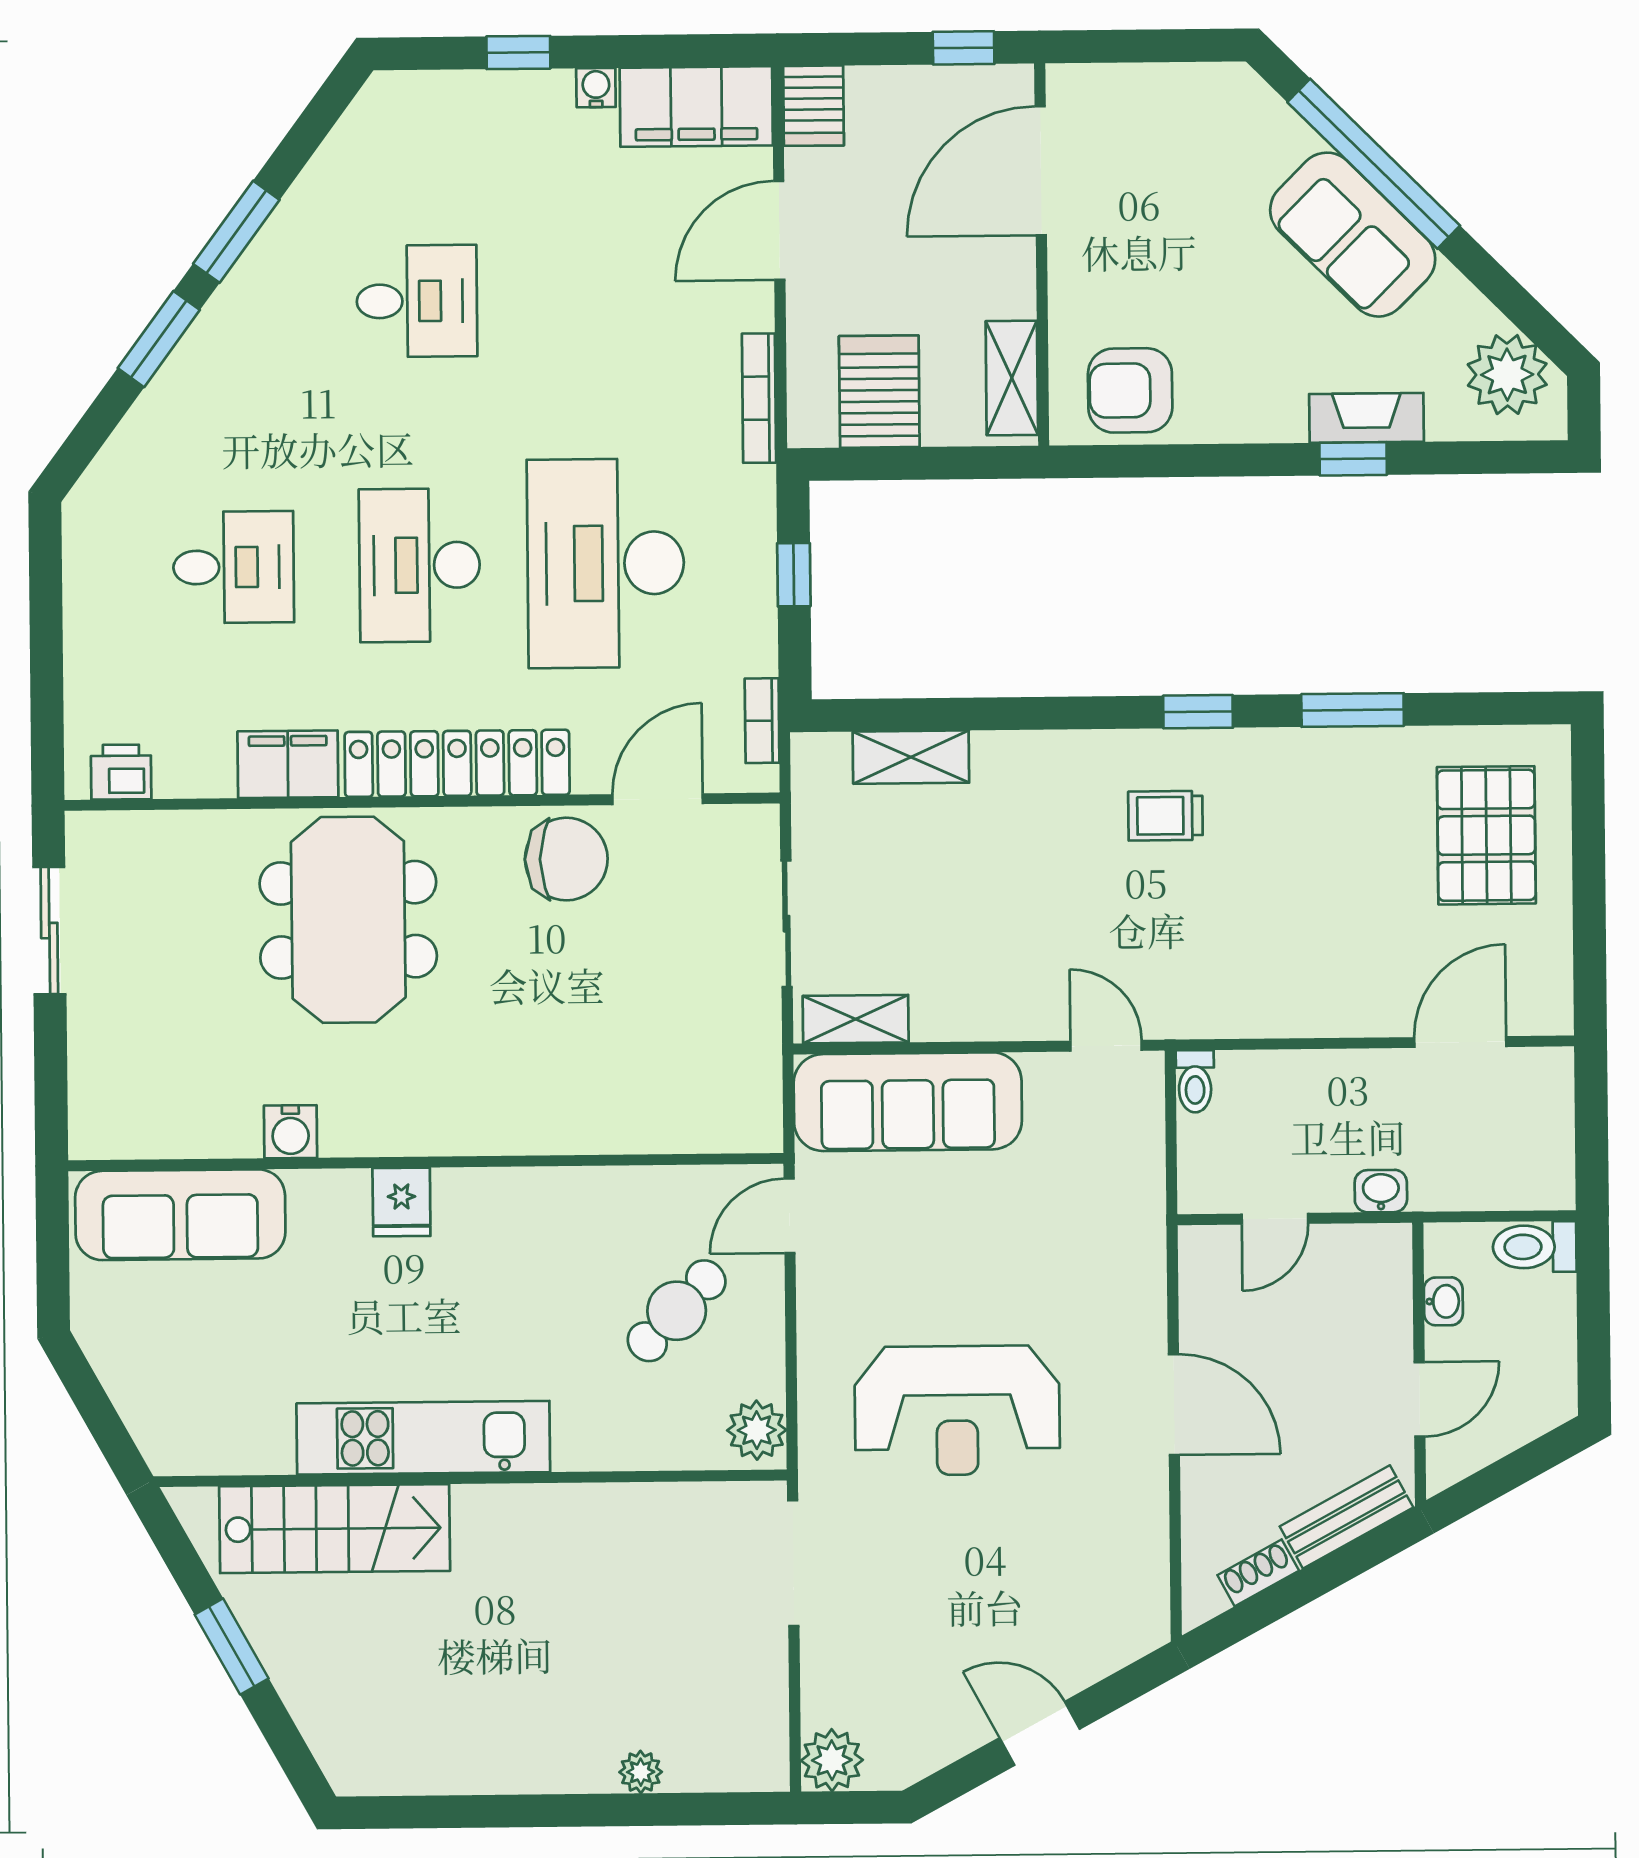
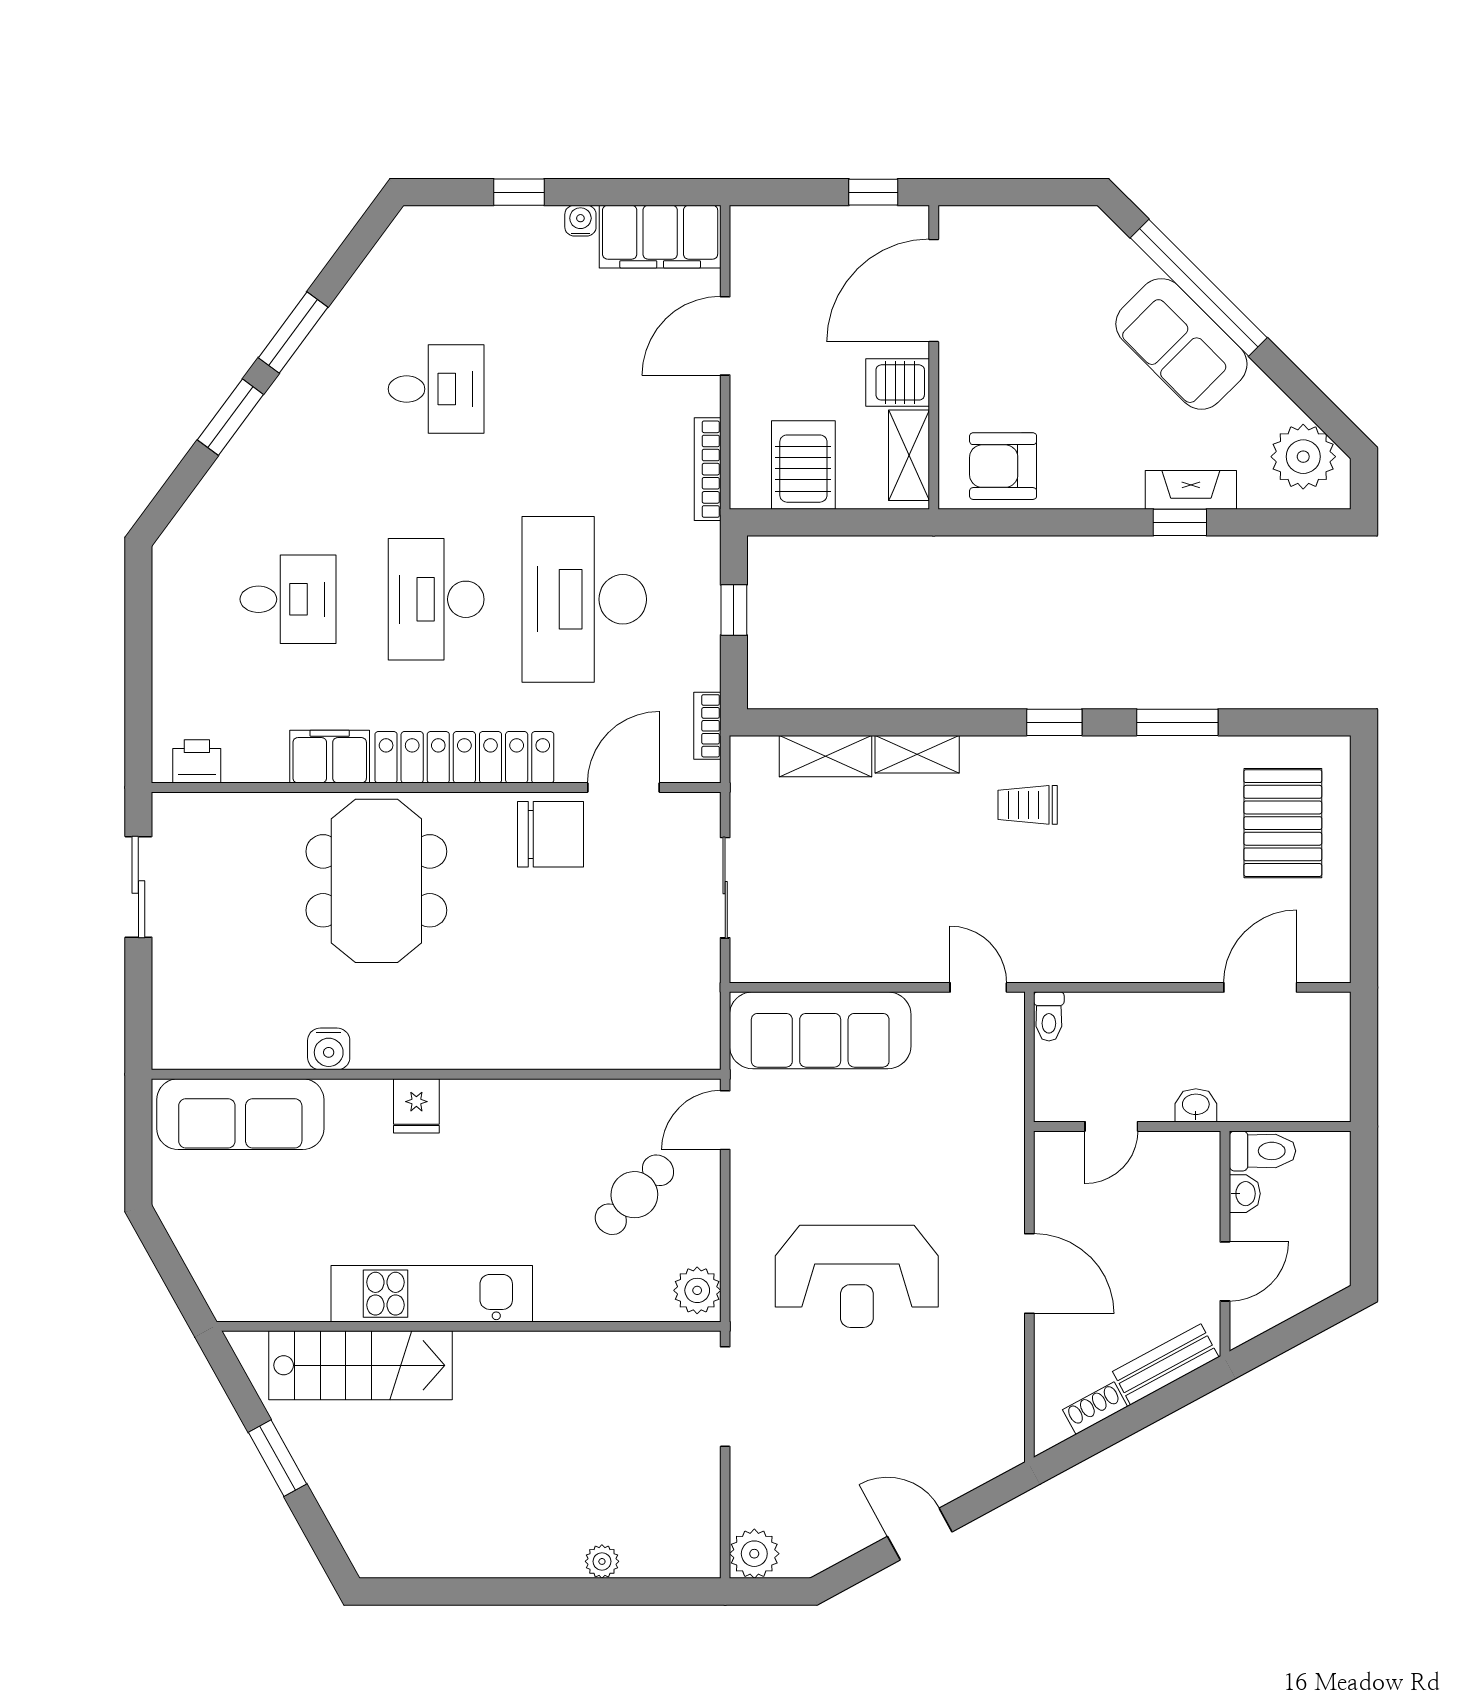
server rack: (814, 106) -> (898, 382), moved, turned 90
shelving: (856, 1019) -> (917, 754), moved
toilet: (1535, 1247) -> (1262, 1151), moved, turned 180

